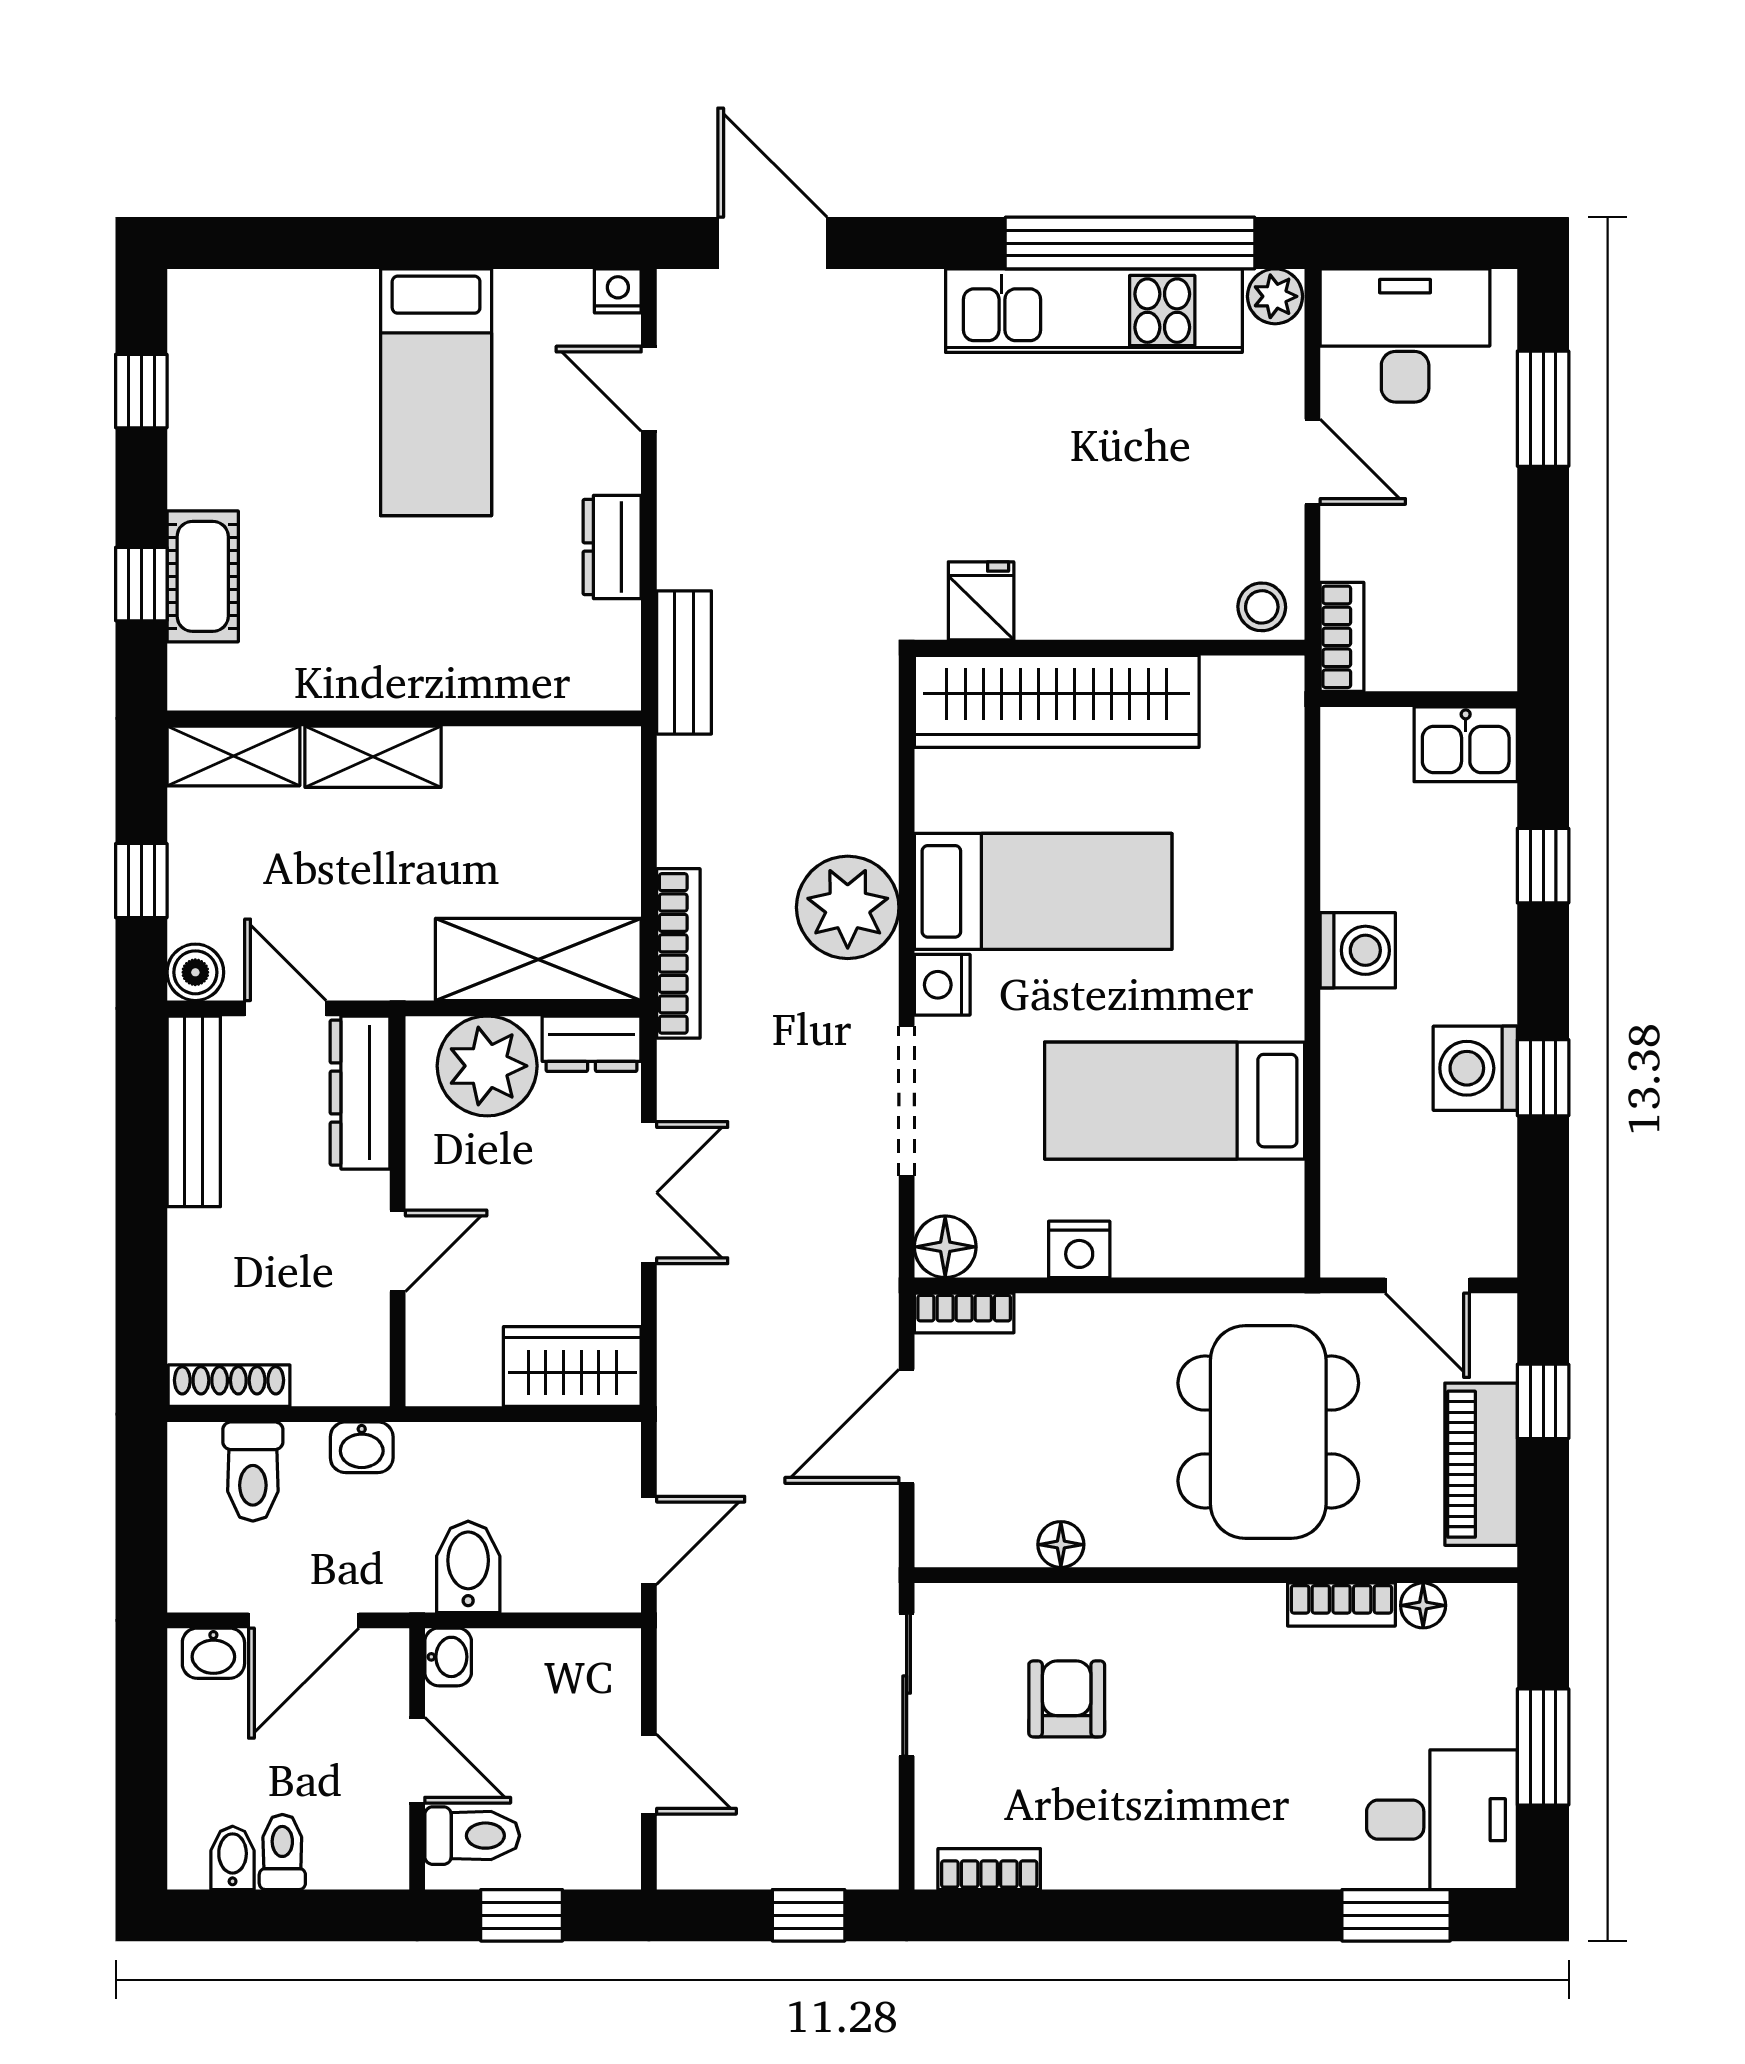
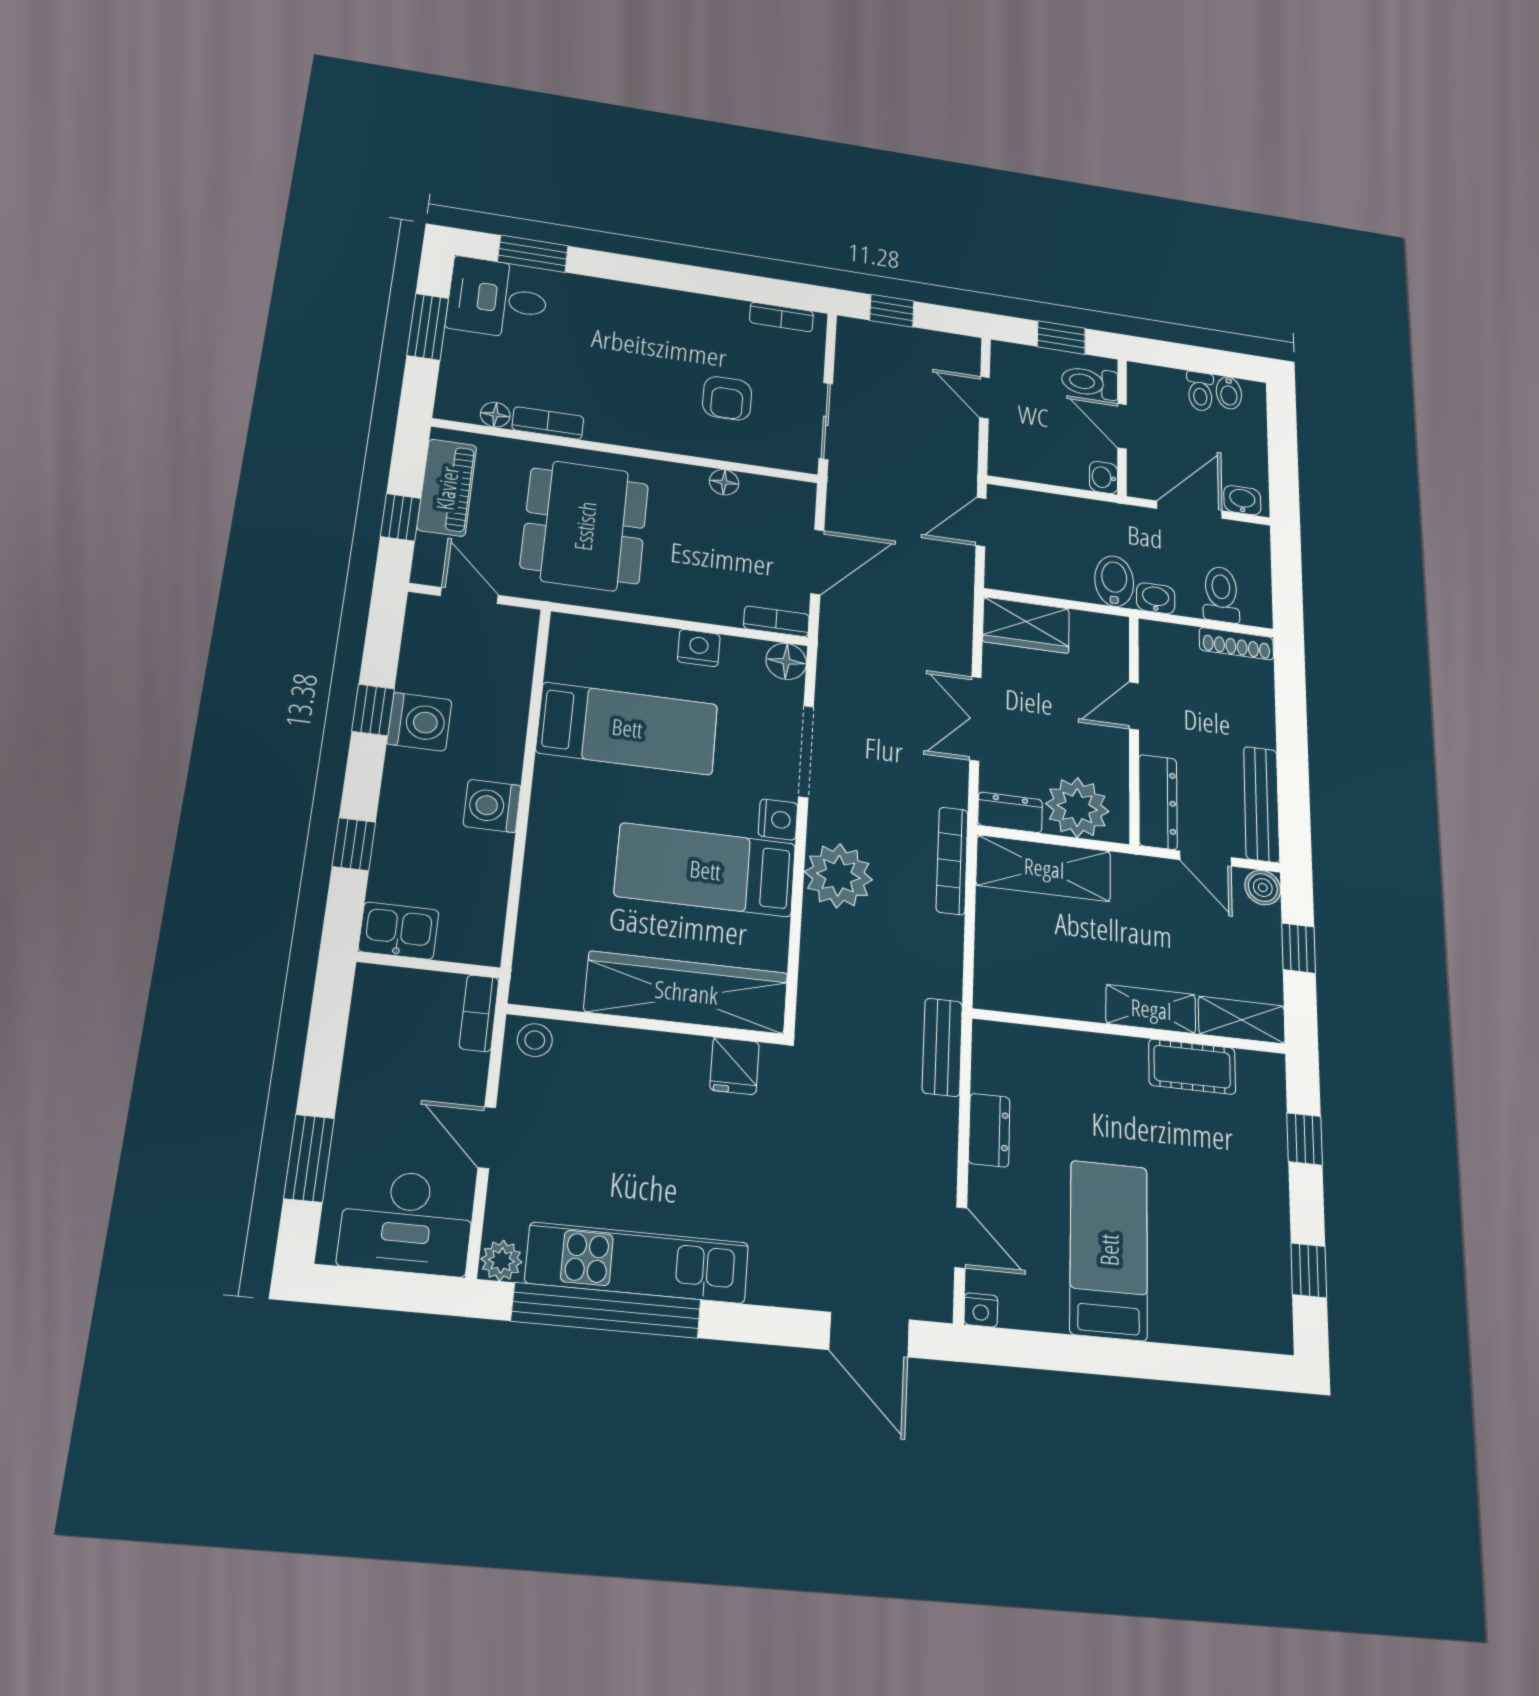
cot: (203, 576) -> (1192, 1067), moved, turned 90
bidet: (468, 1567) -> (1114, 581), moved, turned 180

